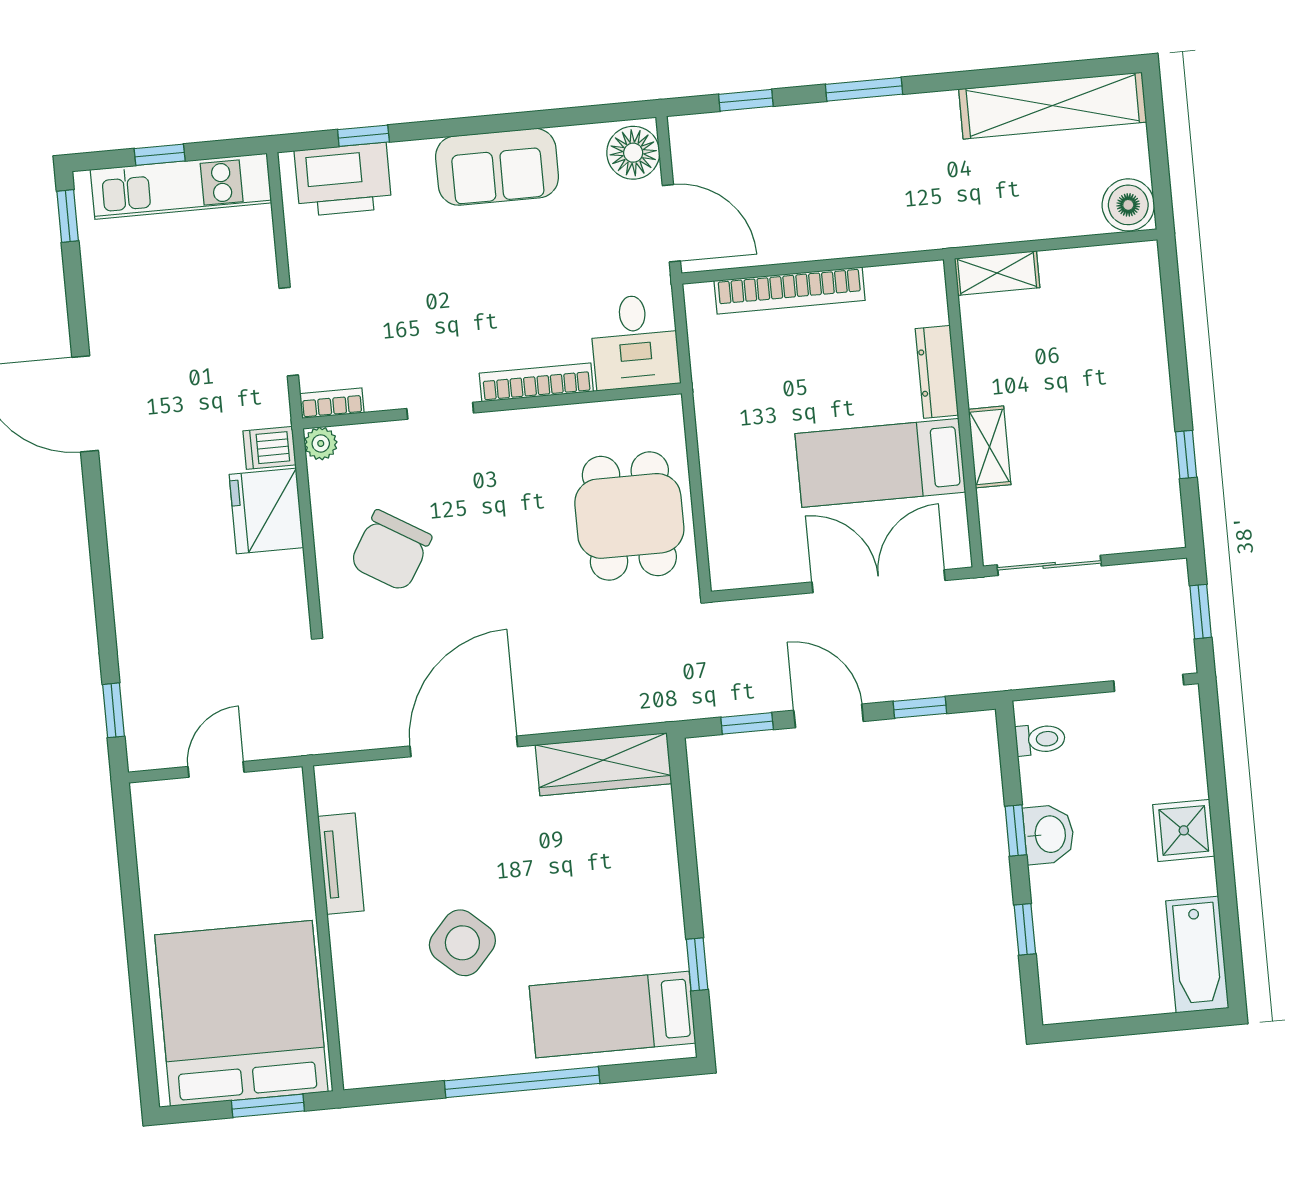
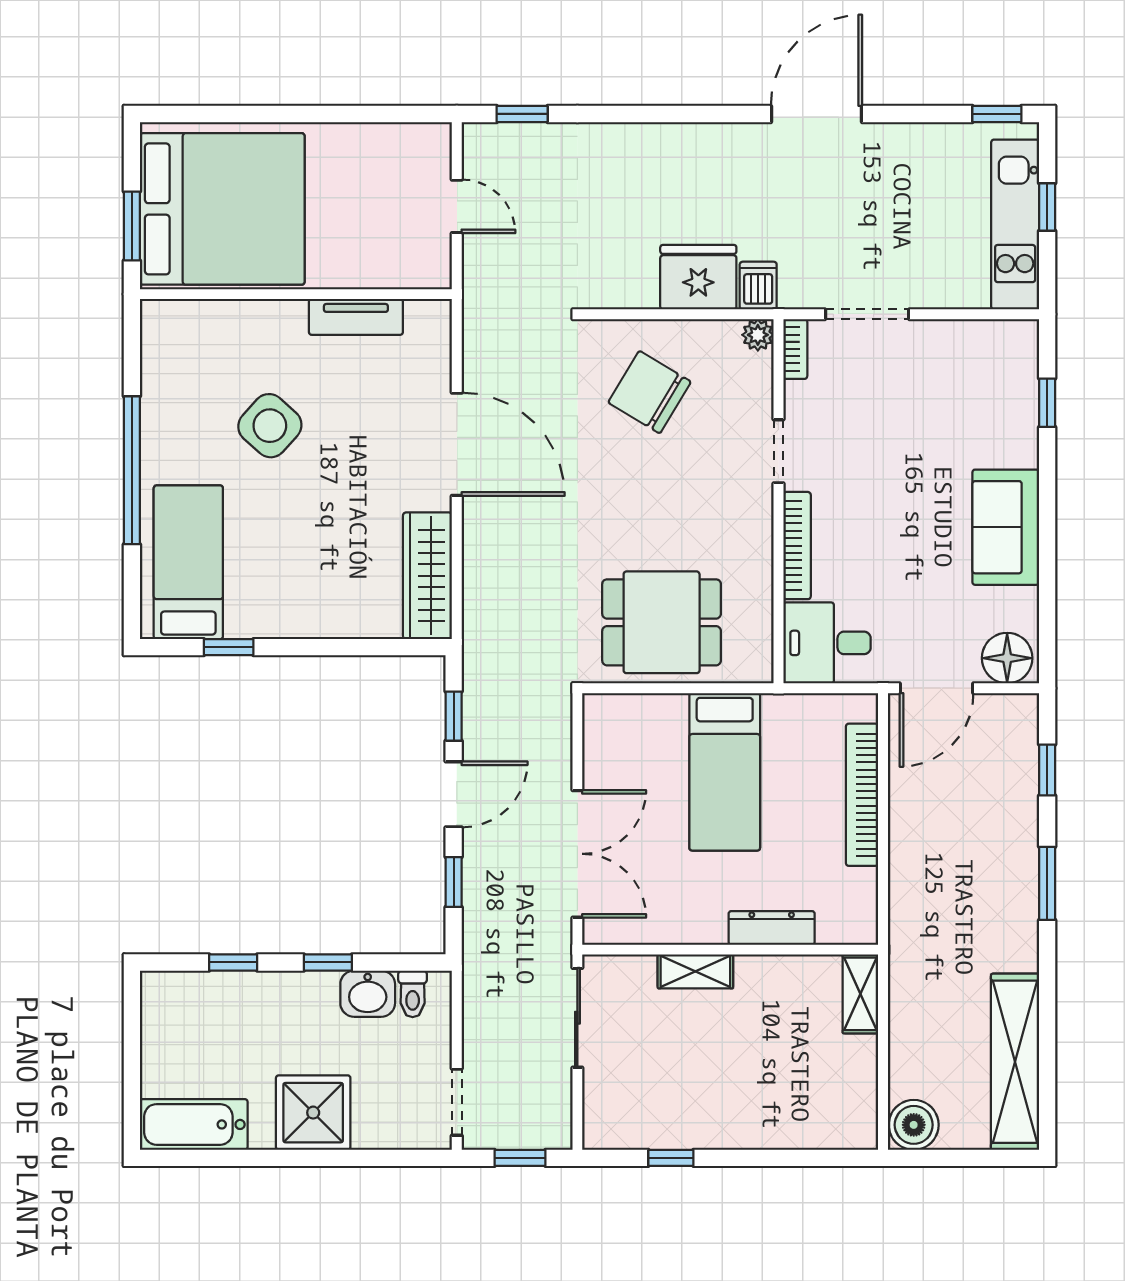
printer: (343, 179) -> (1007, 379), removed
bed: (880, 463) -> (725, 772), moved, turned 180
shower: (1184, 830) -> (313, 1113), width x1.36, depth x1.36
washbasin: (1049, 834) -> (368, 994), moved

